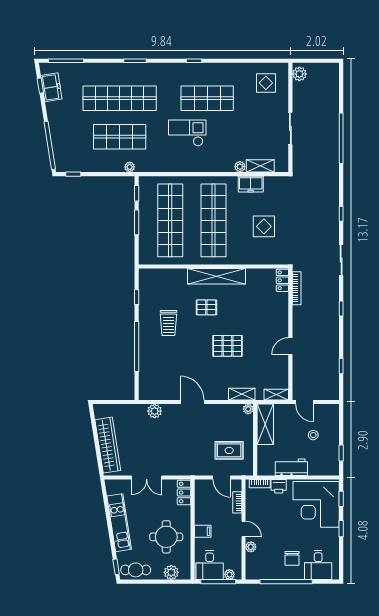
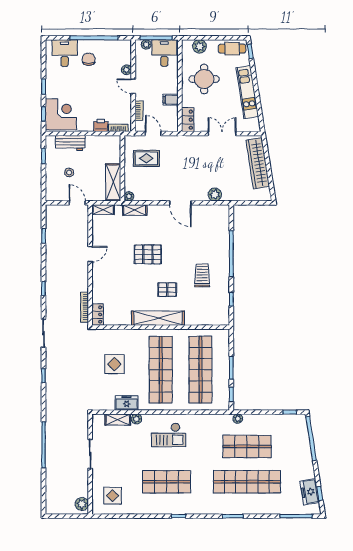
checkout: (187, 133) -> (169, 435), moved
workbench: (291, 467) -> (70, 143), moved
corner desk: (316, 504) -> (61, 114), width x0.74, depth x0.74
filing cabinet: (203, 531) -> (171, 100), moved

